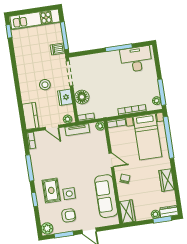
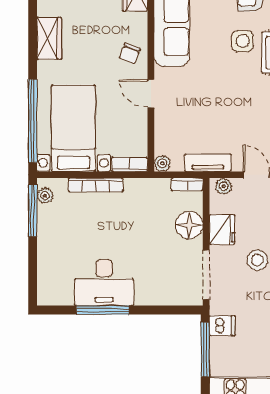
desk: (136, 59) -> (104, 283), moved

